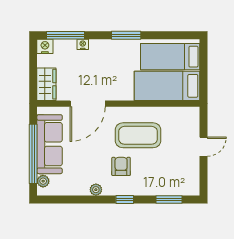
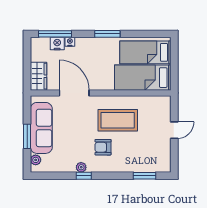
nightstand: (45, 46) -> (57, 44), moved
door: (88, 104) -> (74, 93), swing flipped
window: (33, 154) -> (27, 136), width x0.47
armchair: (121, 166) -> (103, 147), turned -90
window: (125, 199) -> (84, 176), moved

